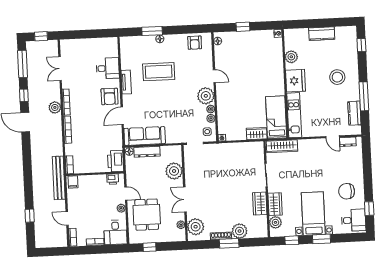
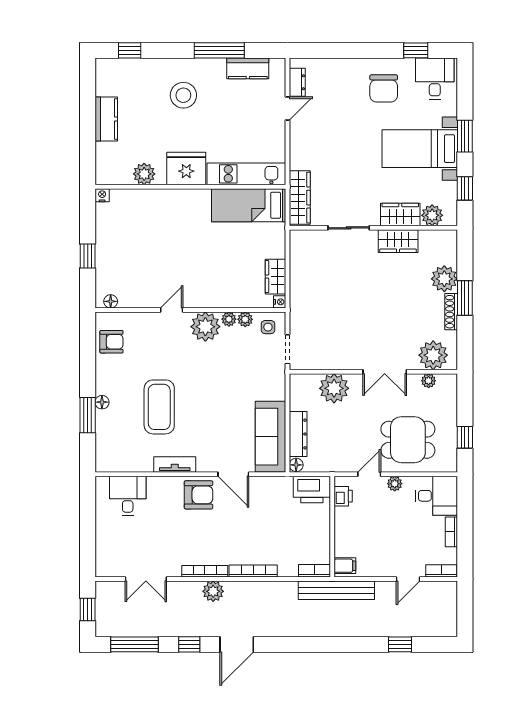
desk: (108, 68) -> (128, 496), moved
wardrobe: (257, 134) -> (275, 277), moved

